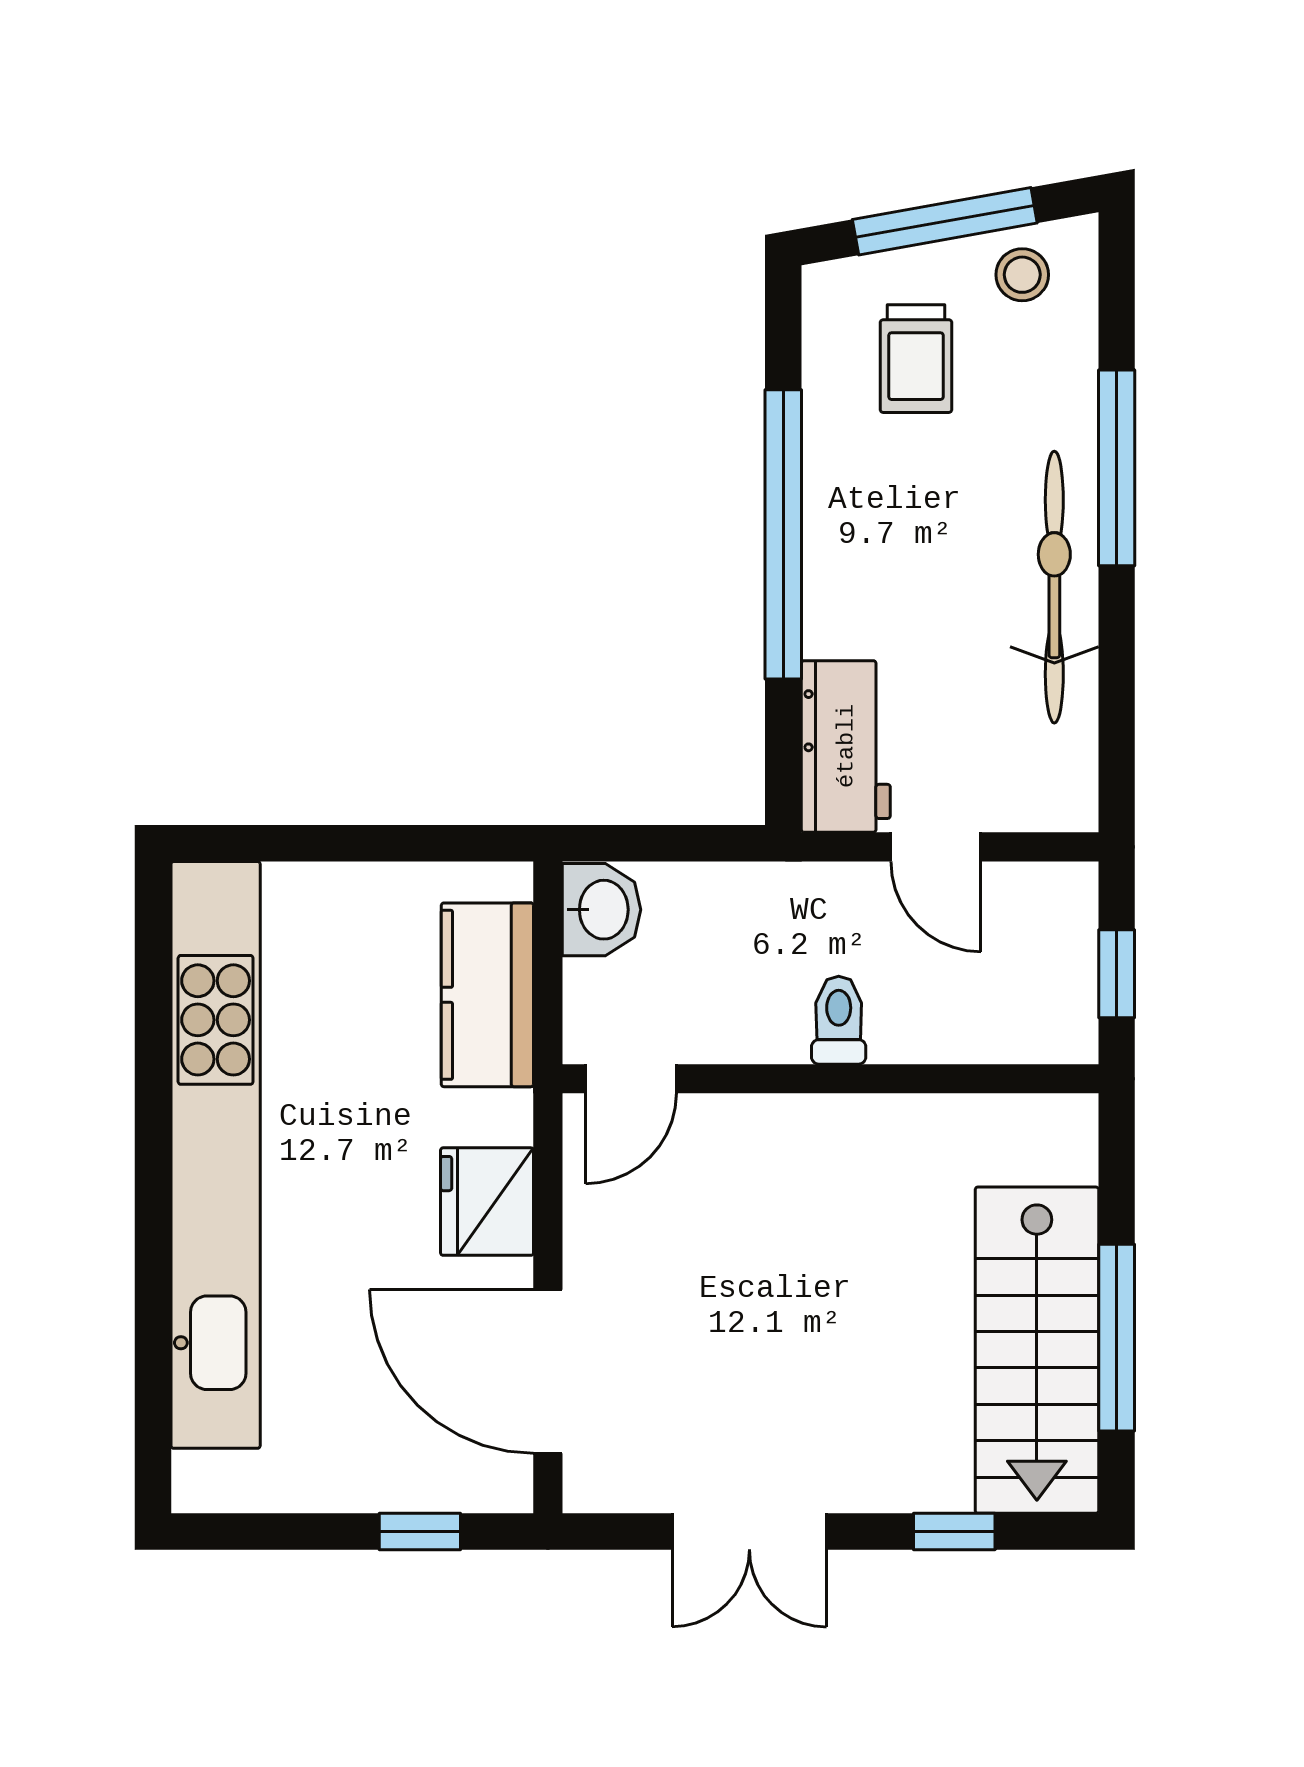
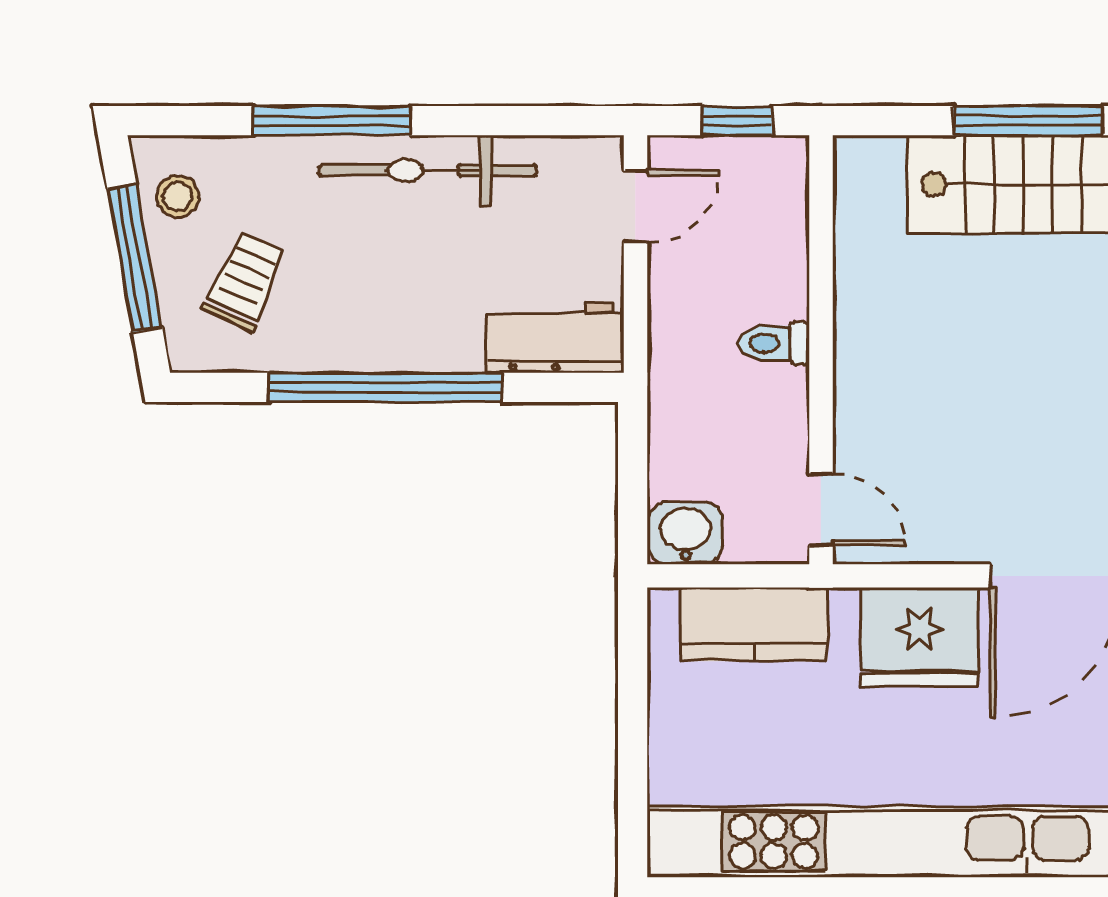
trolley: (916, 359) -> (245, 281), turned -66
door: (936, 847) -> (635, 207), moved
fridge: (487, 1202) -> (919, 637), width x1.36, depth x1.34

